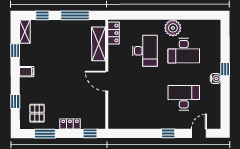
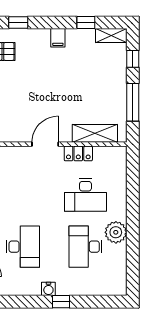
locker: (114, 33) -> (78, 153), moved

